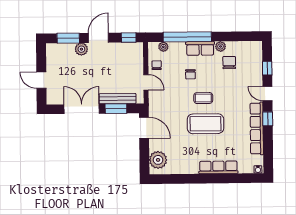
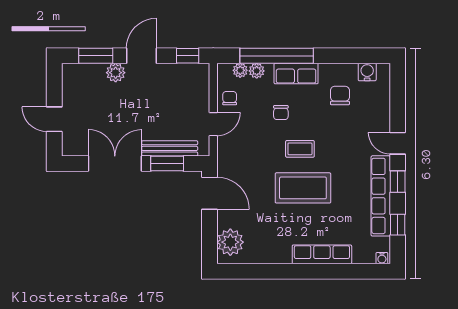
plant: (221, 46) -> (257, 71), moved
water cooler: (247, 47) -> (367, 72), added
window: (267, 68) -> (398, 225), moved
door: (146, 82) -> (213, 124), hinge flipped

